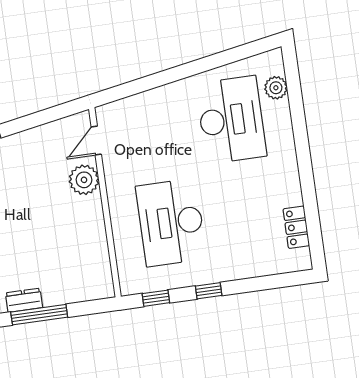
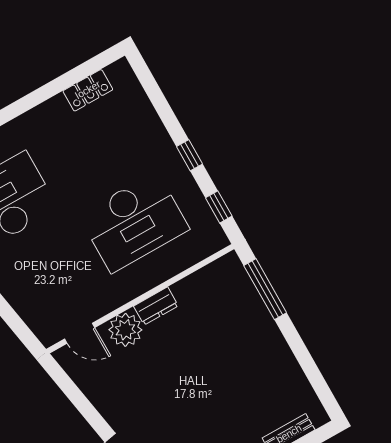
dresser: (24, 300) -> (156, 306), moved, turned -90
window: (39, 315) -> (265, 289), moved

